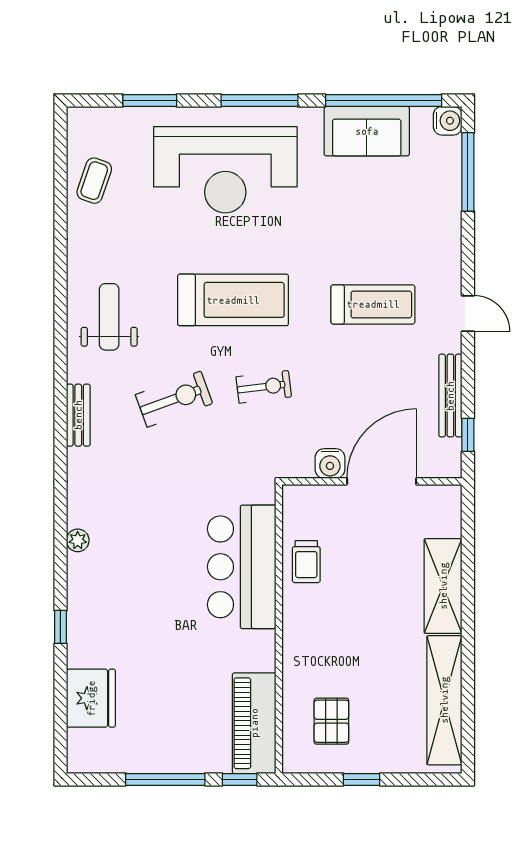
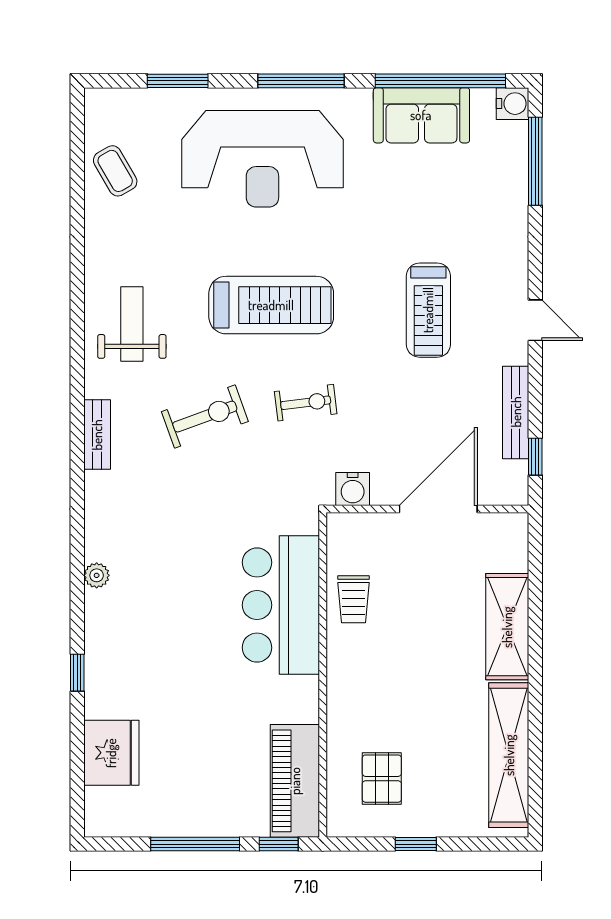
coffee table: (94, 181) -> (115, 171), turned -49
treadmill: (373, 304) -> (428, 310), turned 90
water cooler: (330, 464) -> (353, 489), moved

